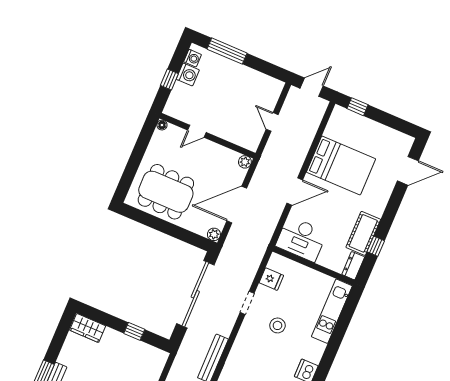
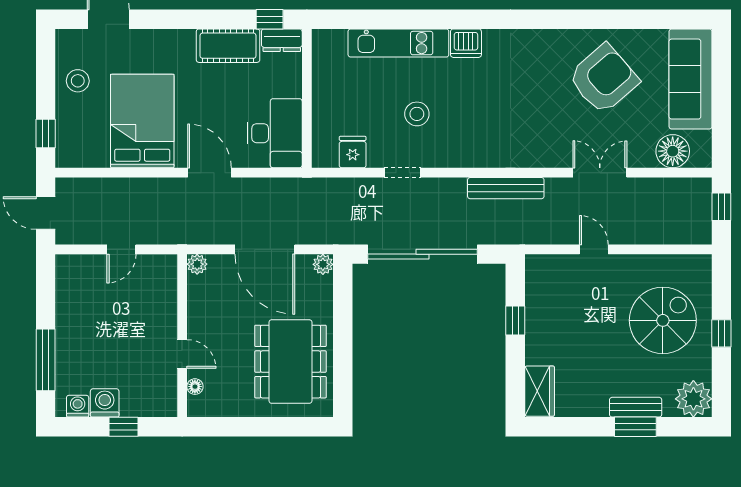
floor lamp: (162, 125) -> (195, 387), moved
stool: (380, 138) -> (78, 81), added
window: (376, 246) -> (270, 19), moved
kitchen unit: (332, 311) -> (398, 43), moved

